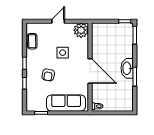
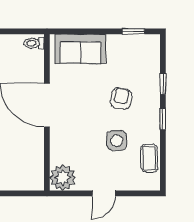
side table: (63, 53) -> (117, 141), moved
sofa: (66, 103) -> (80, 49), width x0.73

